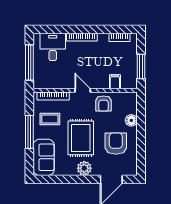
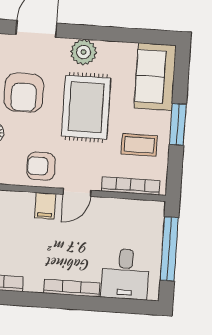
filing cabinet: (115, 82) -> (45, 206), moved
door: (83, 90) -> (77, 192), hinge flipped
armchair: (103, 103) -> (41, 166), turned -90
window: (29, 132) -> (178, 124), width x0.69

